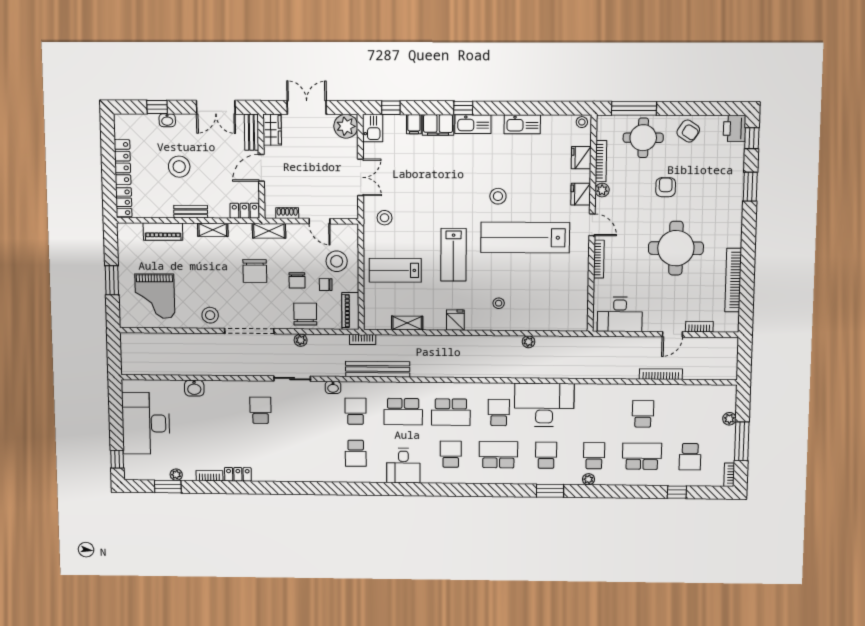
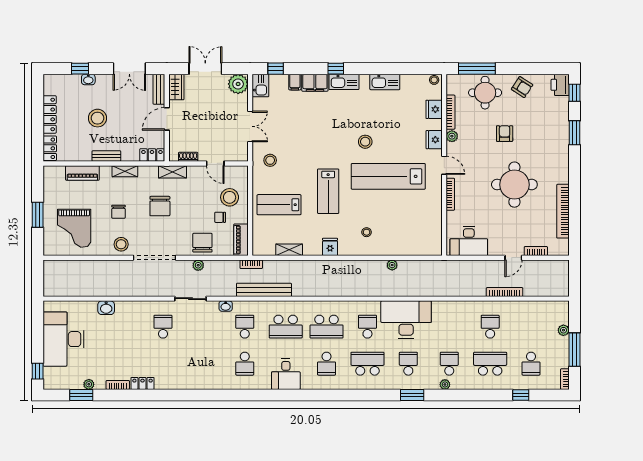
chair: (297, 280) -> (118, 212), moved
school desk: (451, 454) -> (327, 364), turned 180

